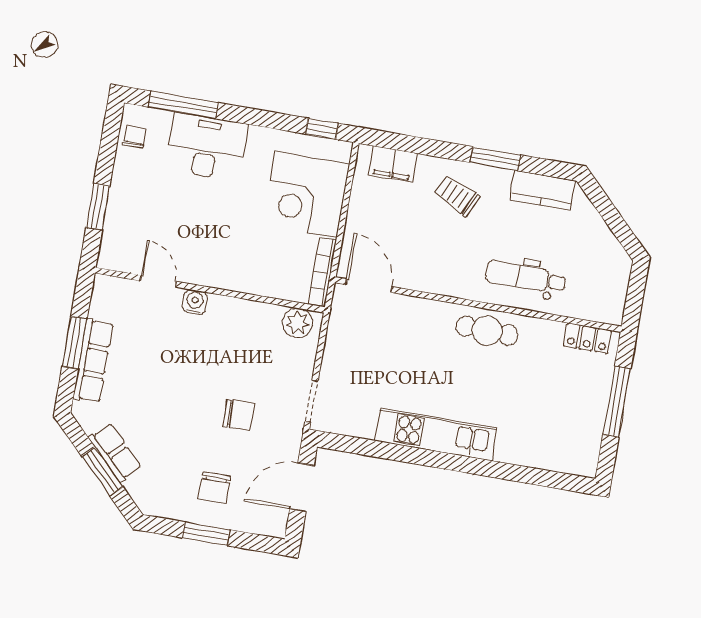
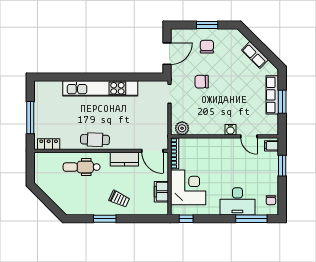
filing cabinet: (393, 164) -> (161, 192), moved, turned -90
kitchen counter: (543, 190) -> (124, 159), moved, turned 180
filing cabinet: (113, 253) -> (272, 146), added
dental chair: (526, 277) -> (82, 167), turned 180
kitchen unit: (436, 434) -> (100, 88), width x1.36
window: (102, 472) -> (259, 45), removed

